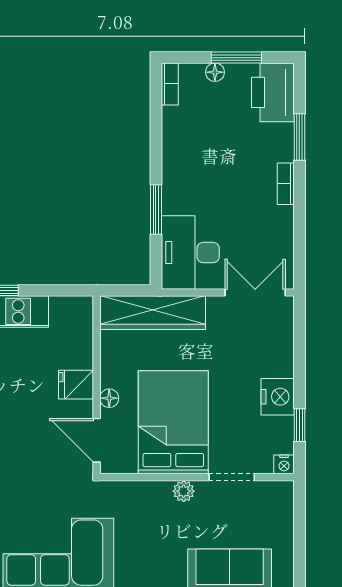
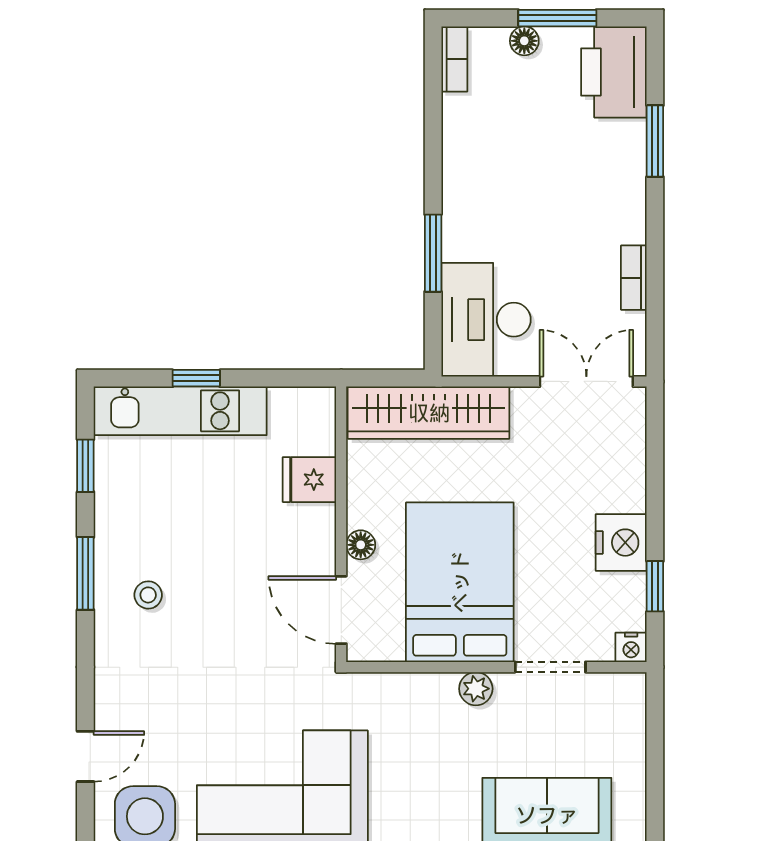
bookcase: (286, 184) -> (634, 278), moved
fridge: (76, 385) -> (309, 480), moved

